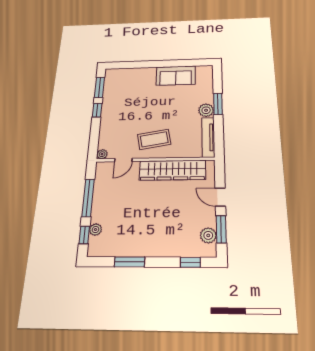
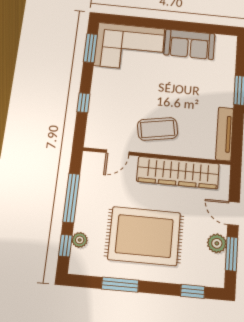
corner sofa: (129, 83) -> (129, 47), added
window: (97, 110) -> (83, 103), moved
plant: (206, 110) -> (224, 97), removed
plant: (102, 154) -> (91, 141), removed
rug: (148, 222) -> (144, 236), added
plant: (208, 235) -> (217, 243), moved

